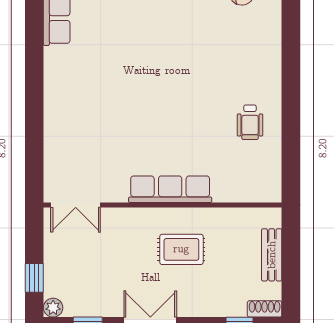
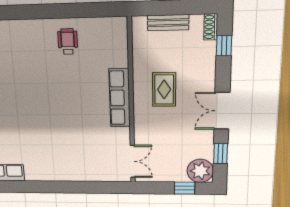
wheelchair: (250, 122) -> (68, 42), turned -90
plant: (53, 308) -> (200, 171), width x1.88, depth x1.88

